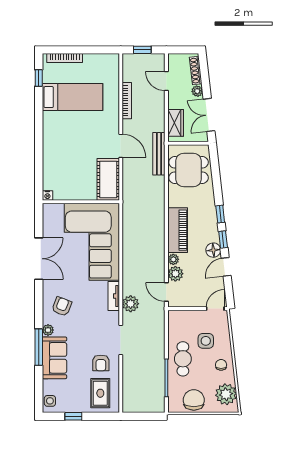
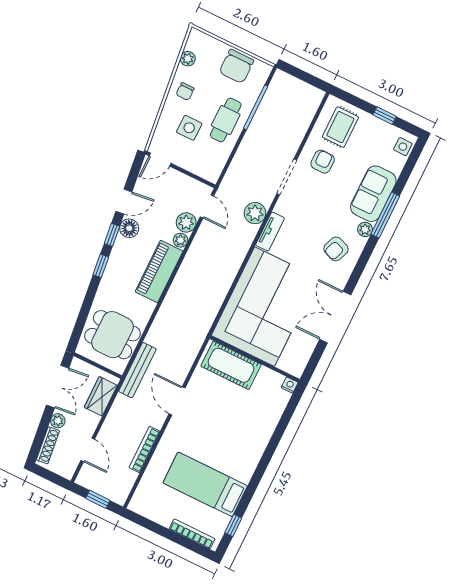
cot: (108, 179) -> (231, 365), moved, turned 90
plant: (226, 394) -> (188, 59), width x0.53, depth x0.53

